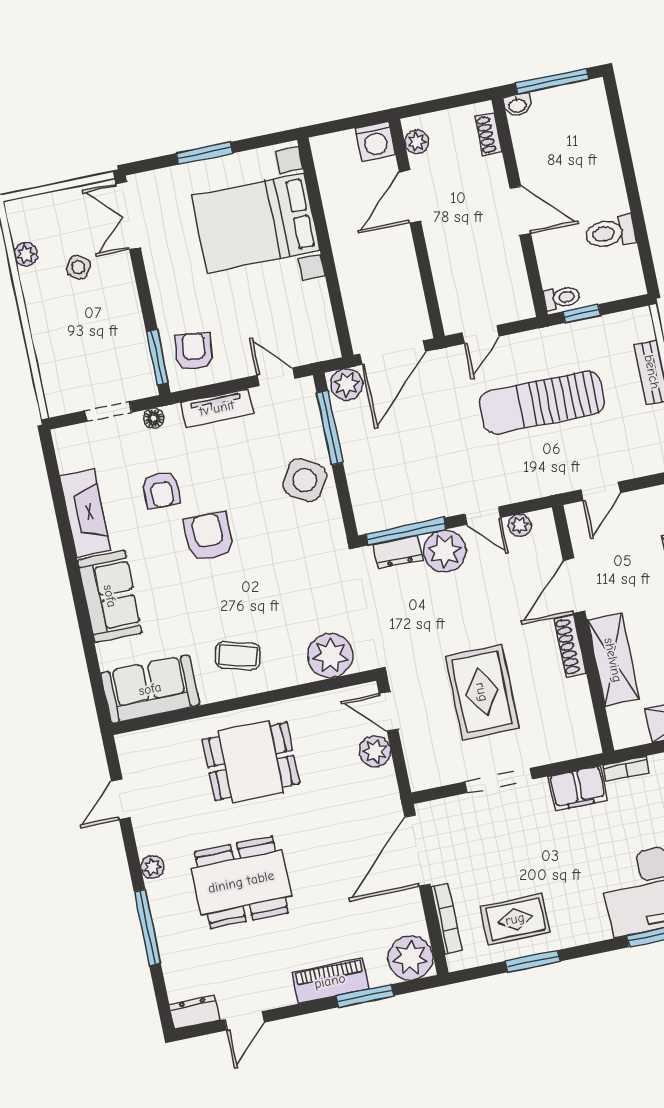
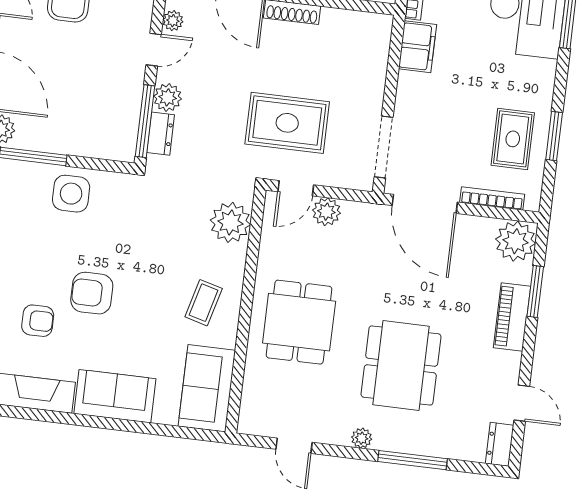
side table: (305, 480) -> (71, 194), turned -30
plant: (445, 551) -> (168, 97), width x0.73, depth x0.73
rug: (482, 692) -> (287, 123), moved
doorway: (499, 781) -> (384, 147), moved

